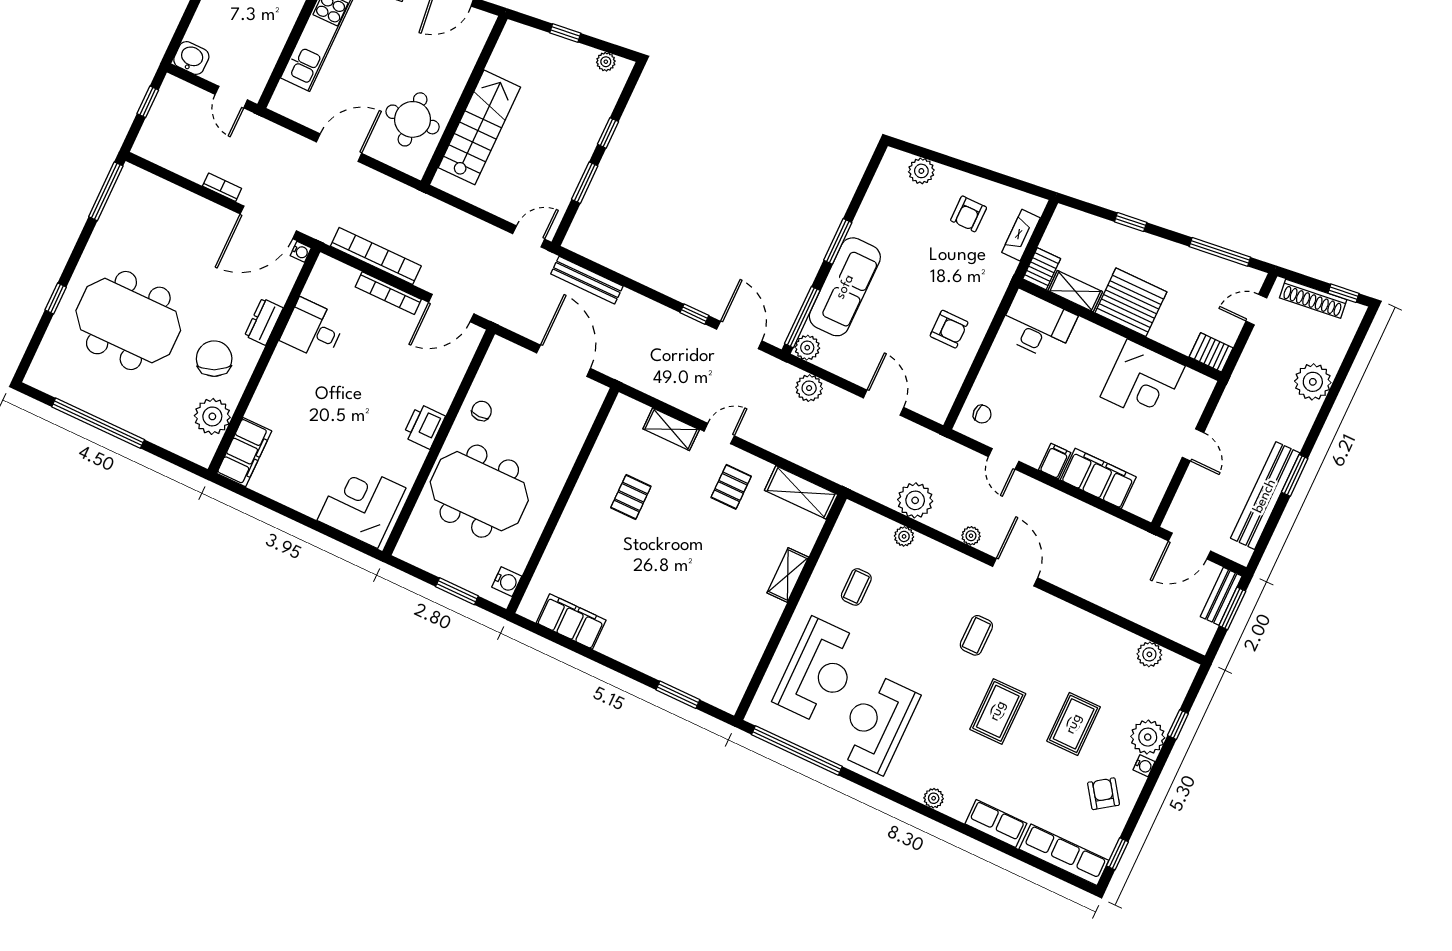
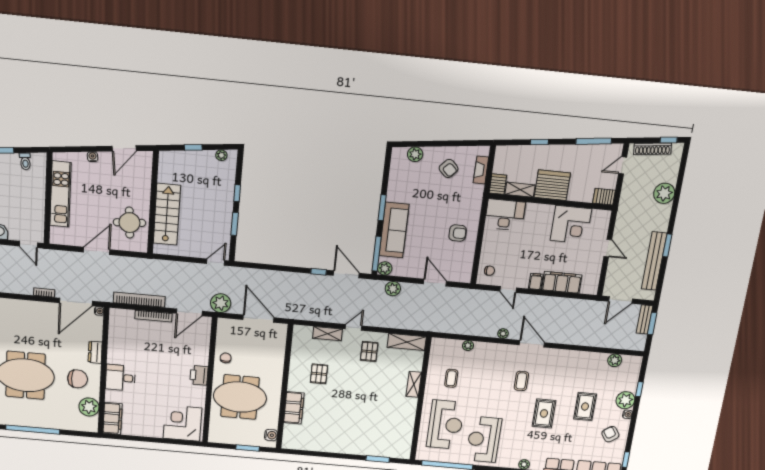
armchair: (969, 214) -> (449, 168), turned -46
bench: (587, 280) -> (255, 274), removed
desk: (313, 329) -> (120, 378), moved
chair: (214, 359) -> (78, 379), turned 116
plant: (915, 500) -> (221, 303), moved
filing cabinet: (571, 622) -> (294, 408), moved, turned 90

